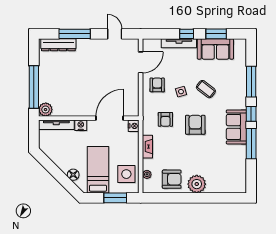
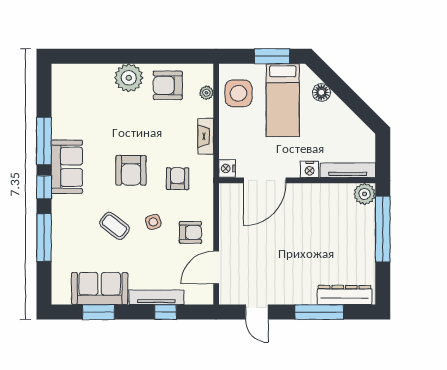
window: (187, 34) -> (166, 312), moved
armchair: (157, 85) -> (190, 232), turned -90
window: (115, 198) -> (272, 56), moved

